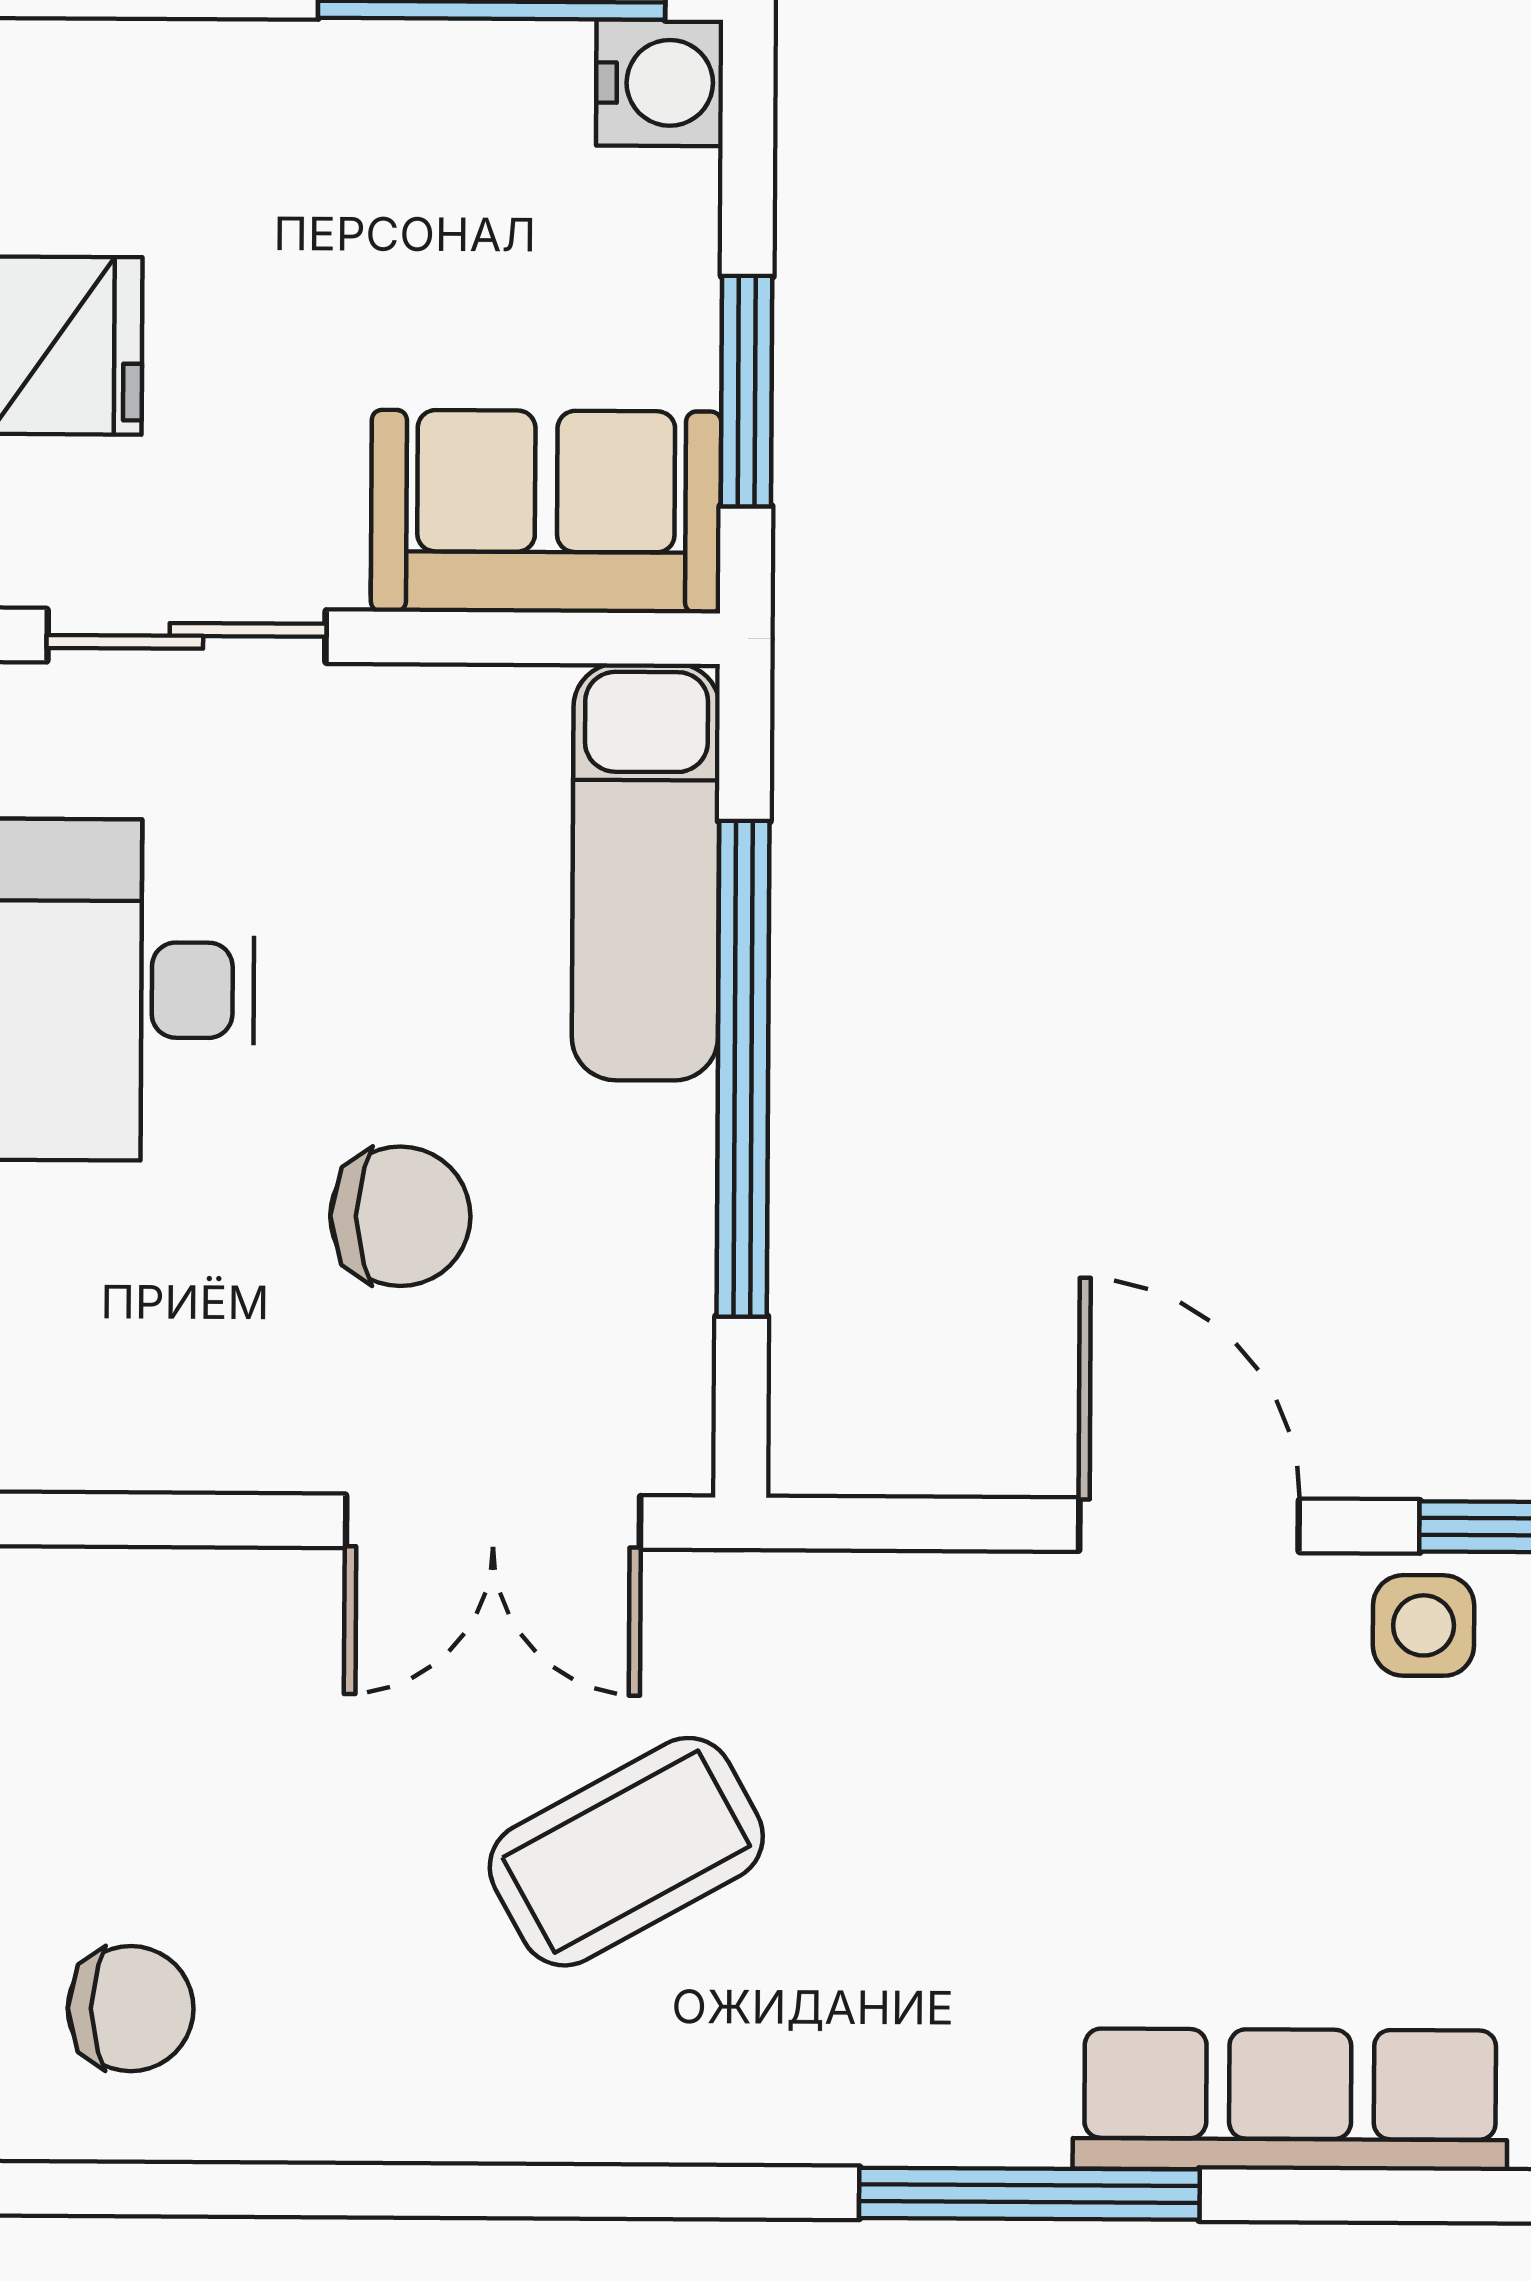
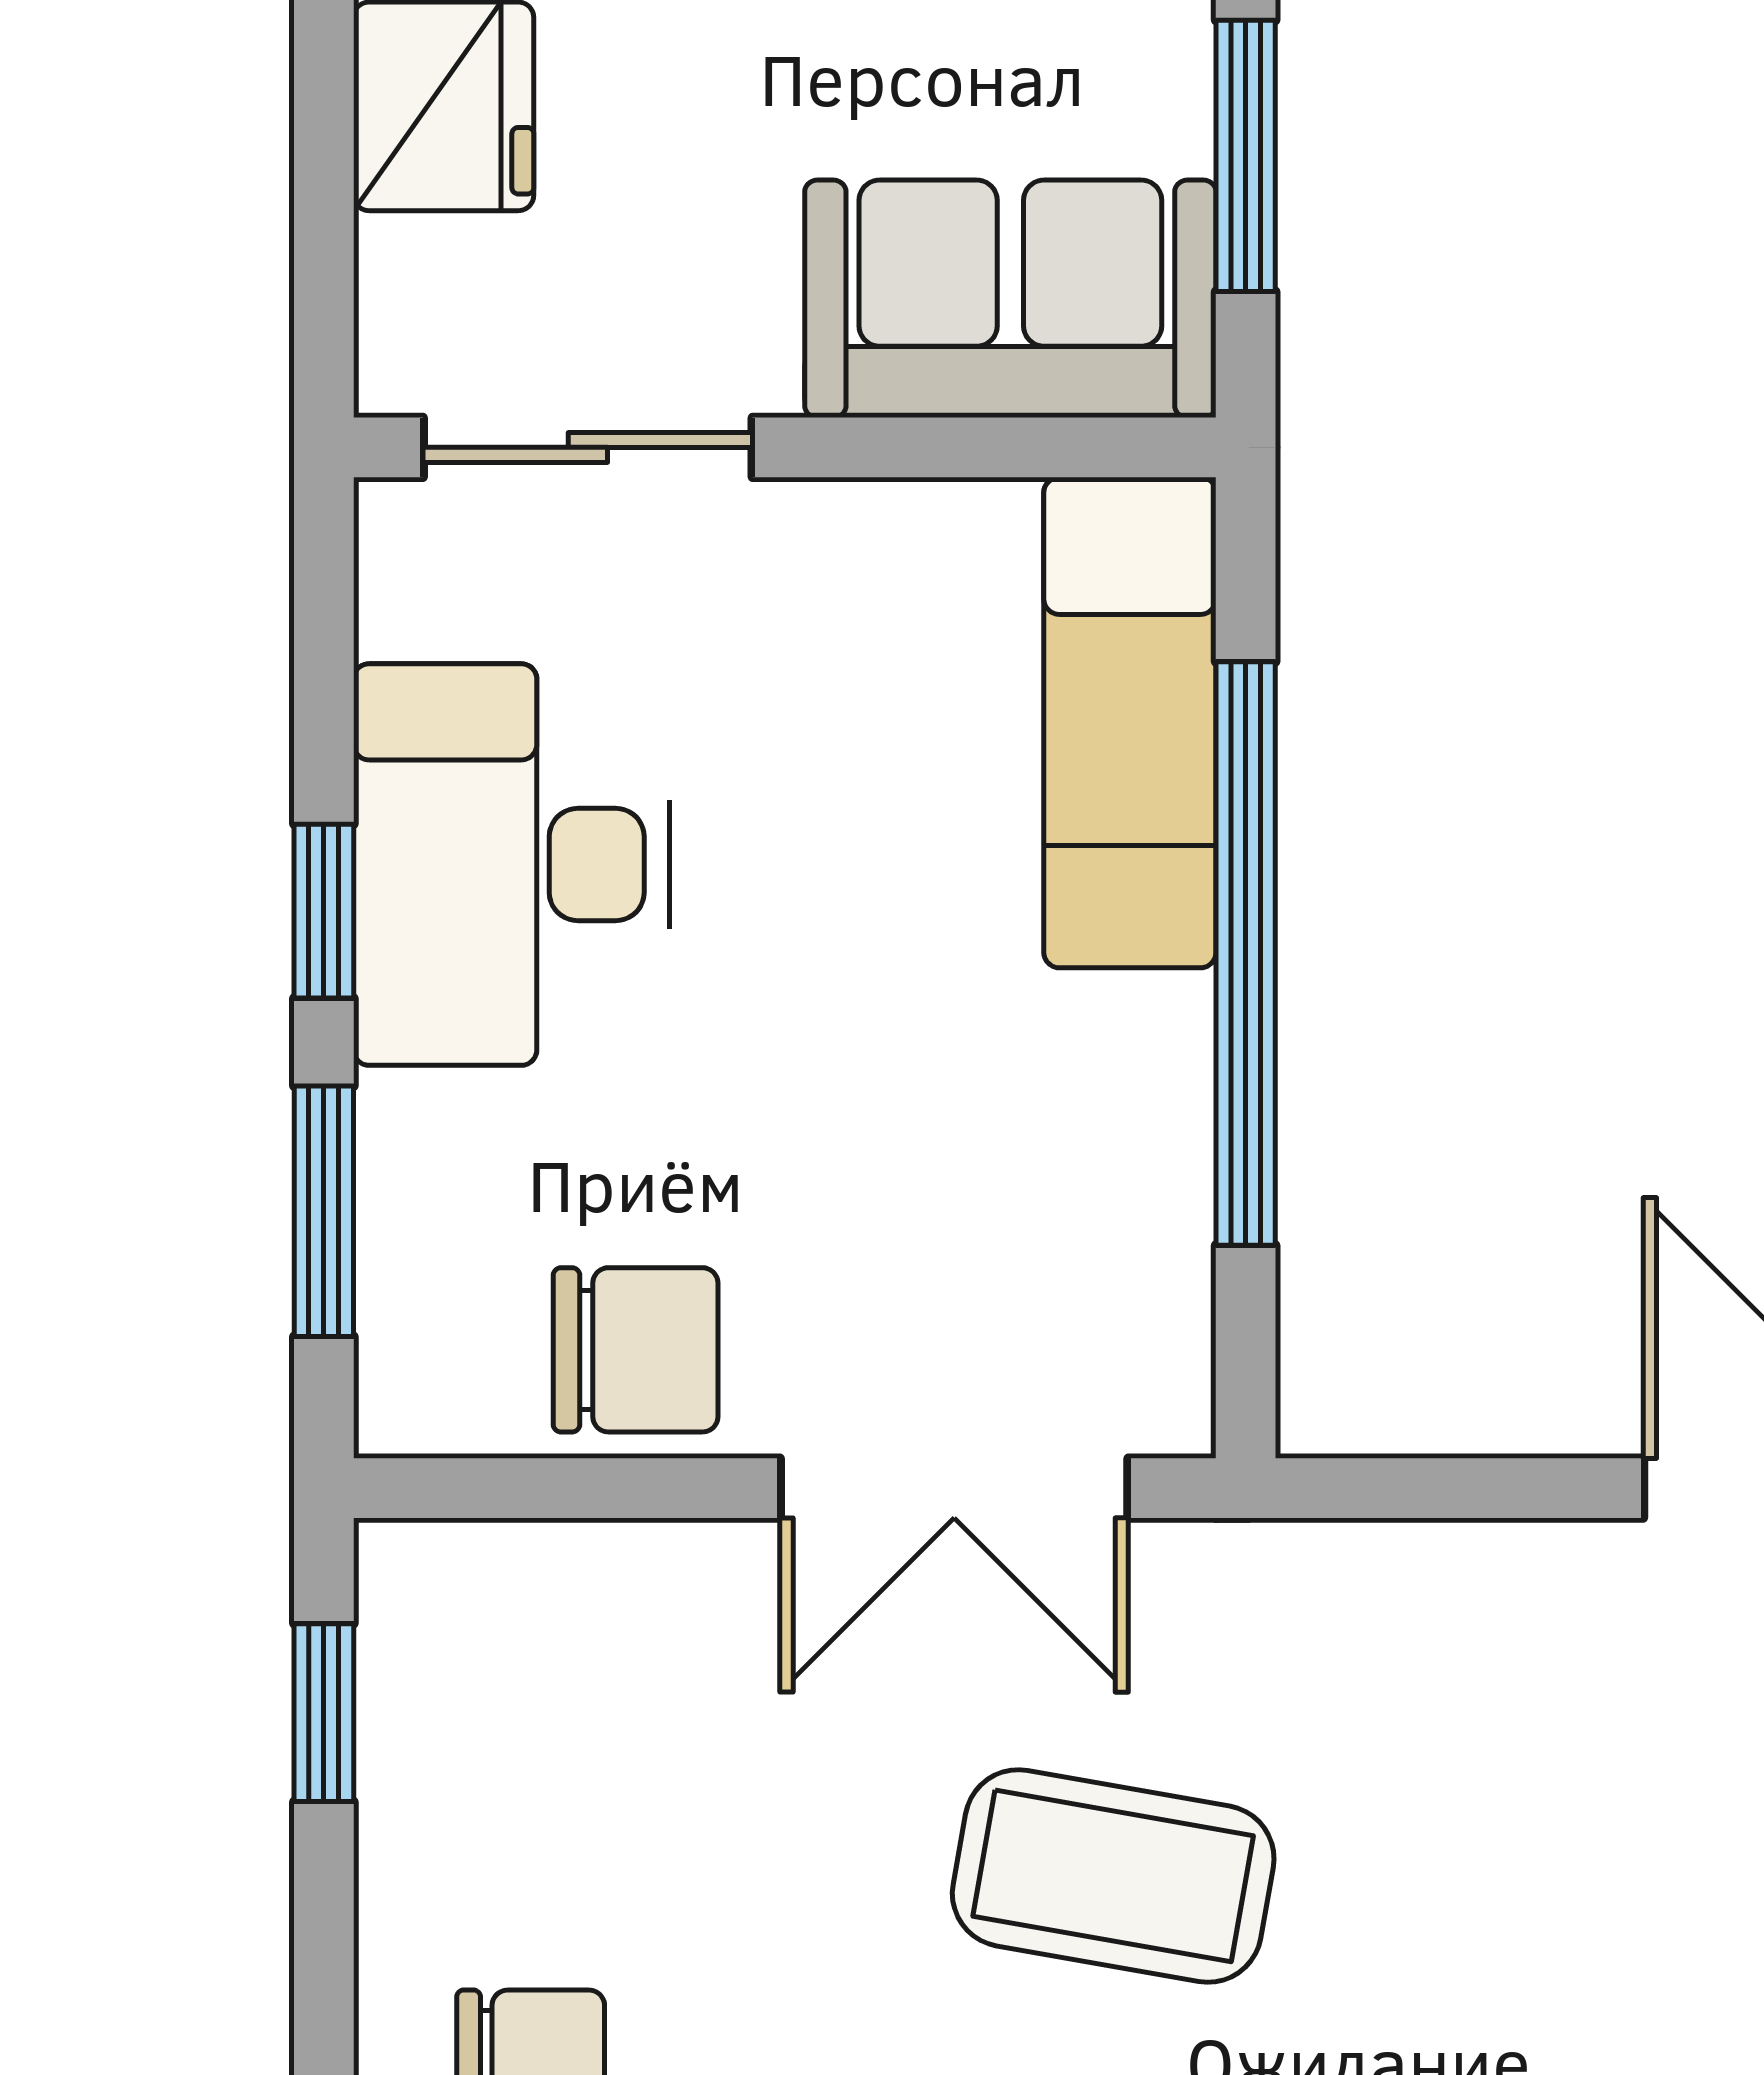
chair: (400, 1216) -> (636, 1350), moved
coffee table: (626, 1852) -> (1113, 1876), turned 39

